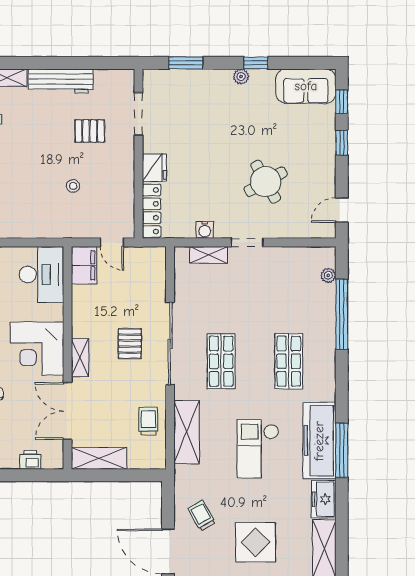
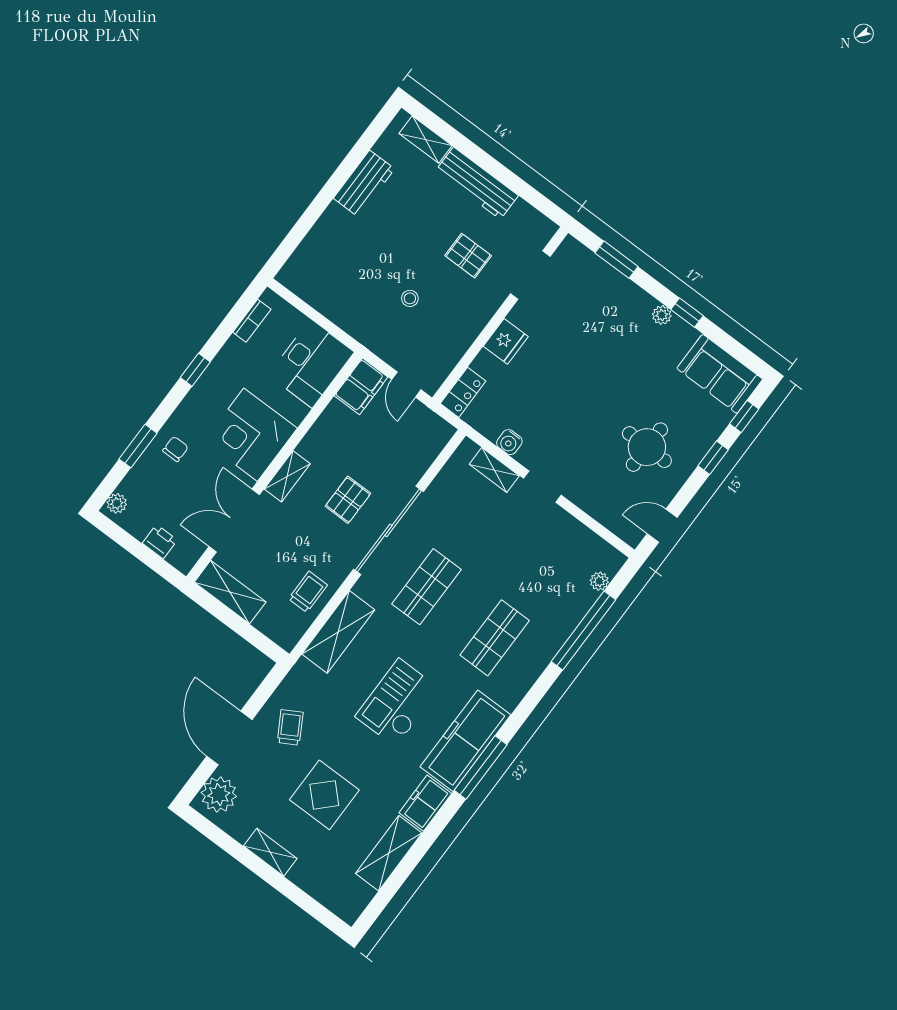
round table: (266, 182) -> (647, 447), moved, turned 30
locker: (152, 211) -> (463, 392), width x0.66

